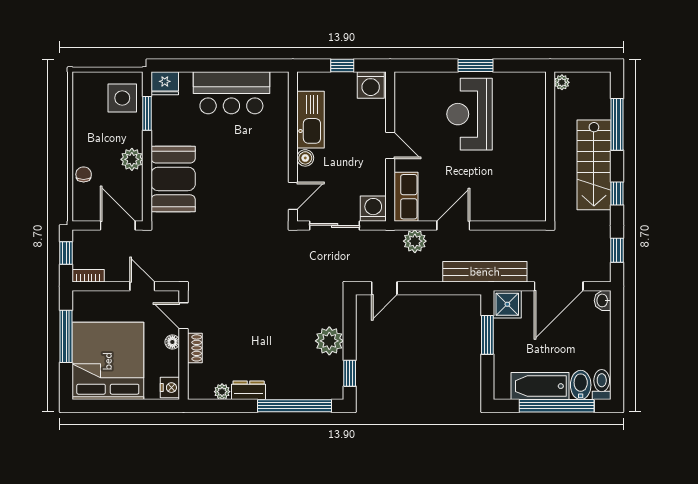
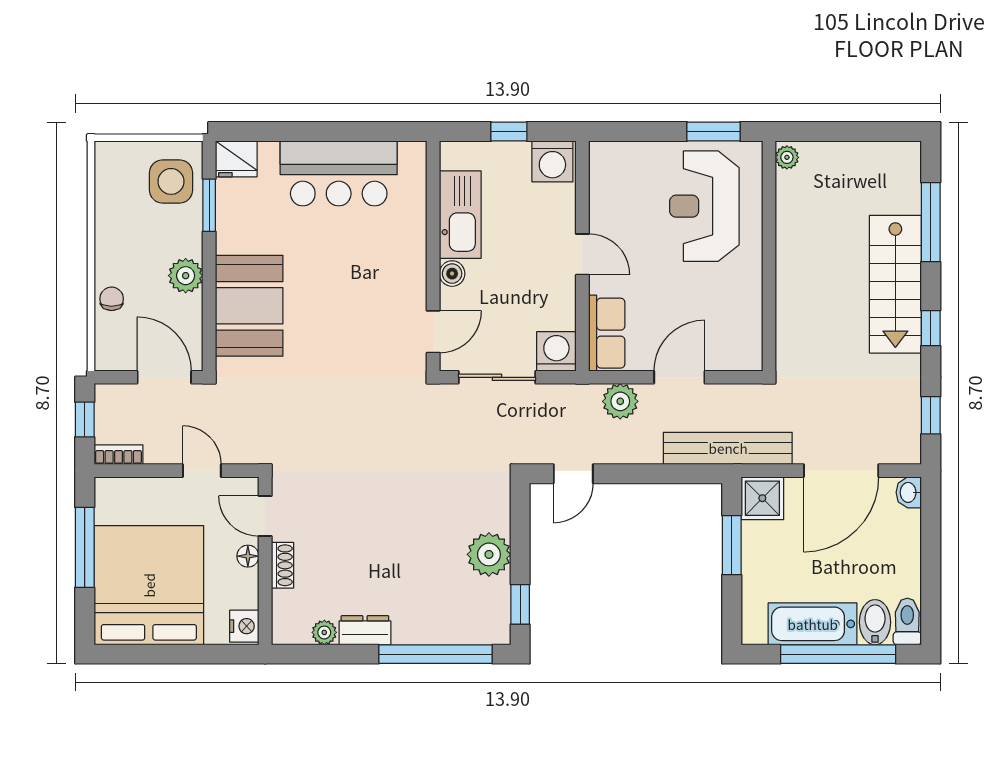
plant: (562, 82) -> (787, 157), moved
wall: (550, 147) -> (769, 256), moved

